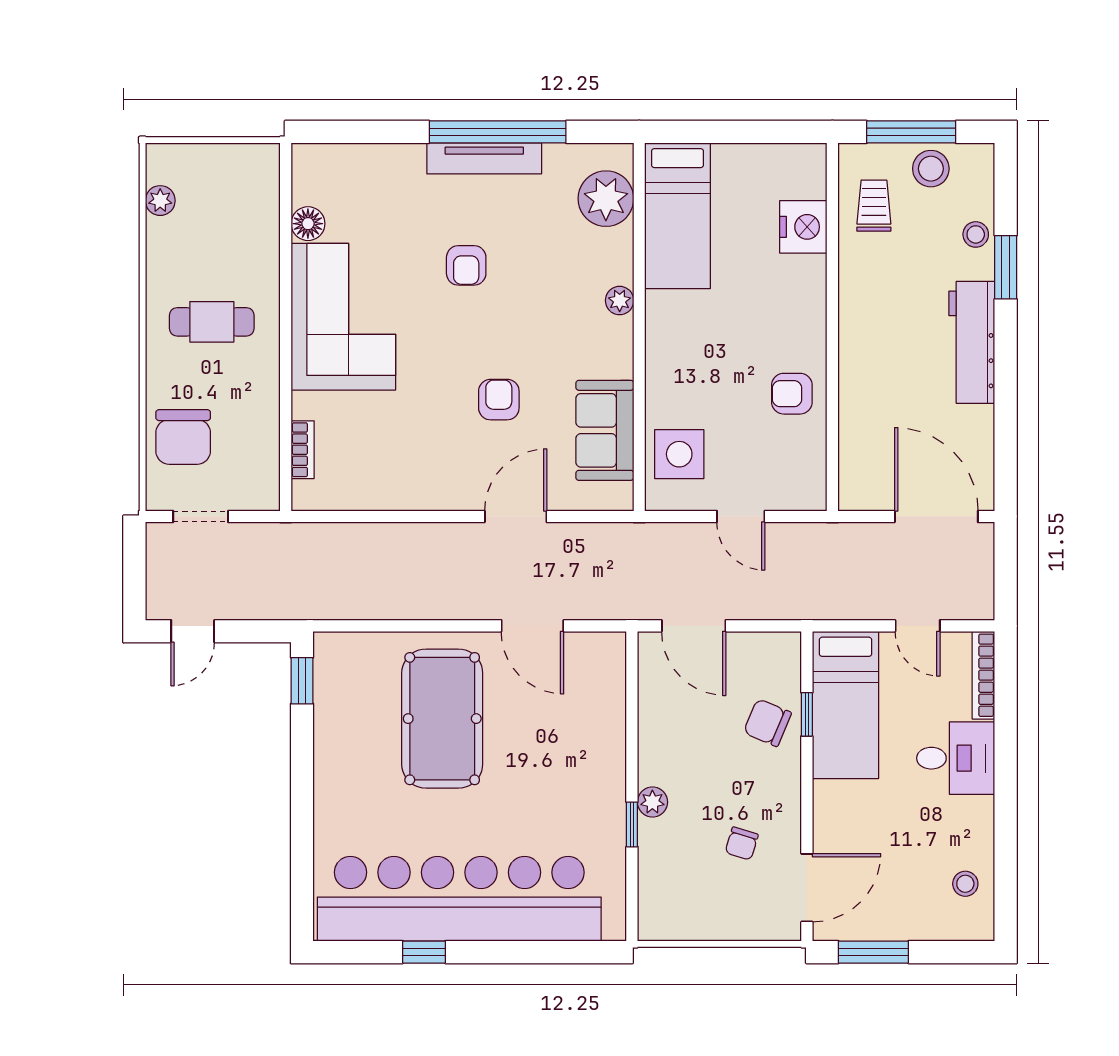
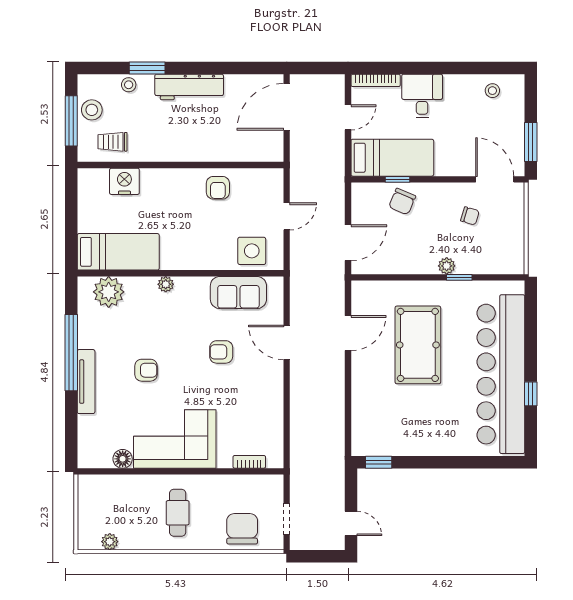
tv unit: (484, 158) -> (86, 382), moved
chair: (183, 437) -> (242, 529), turned -90
pool table: (442, 719) -> (418, 345), moved, turned 90

